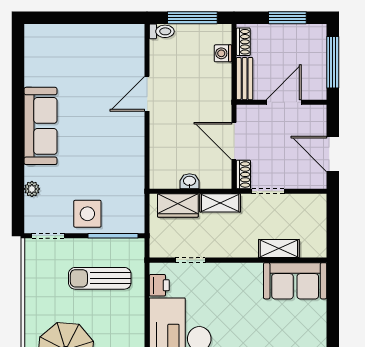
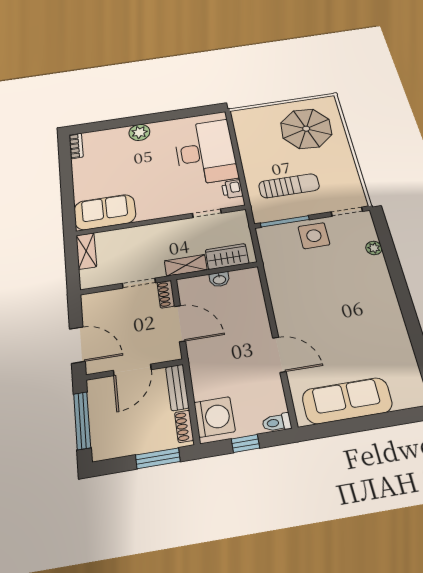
window: (192, 18) -> (245, 443), width x0.46
window: (287, 18) -> (158, 458), moved
washing machine: (223, 53) -> (215, 417), width x1.89, depth x1.89
door: (147, 94) -> (279, 355), hinge flipped
sofa: (41, 126) -> (347, 401), moved, turned 90
door: (333, 154) -> (77, 345), moved
shelving: (279, 249) -> (86, 251), moved, turned 90

